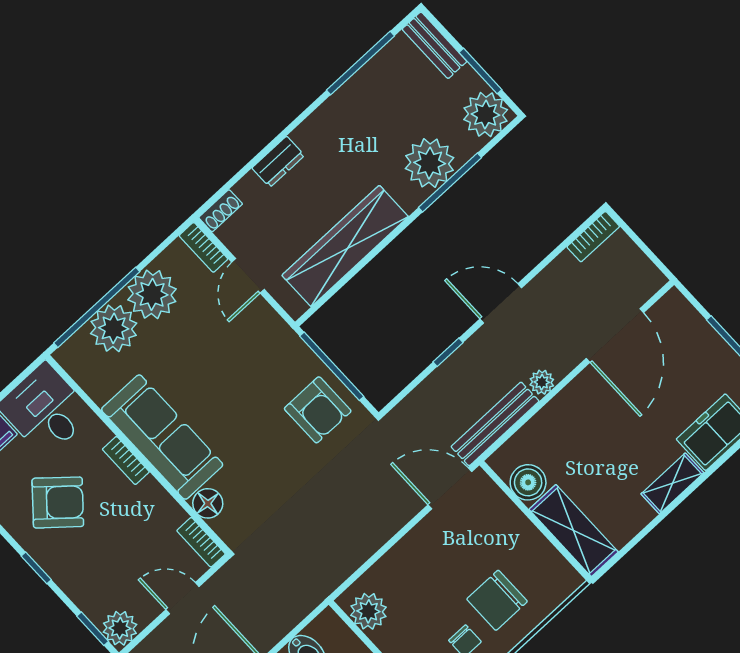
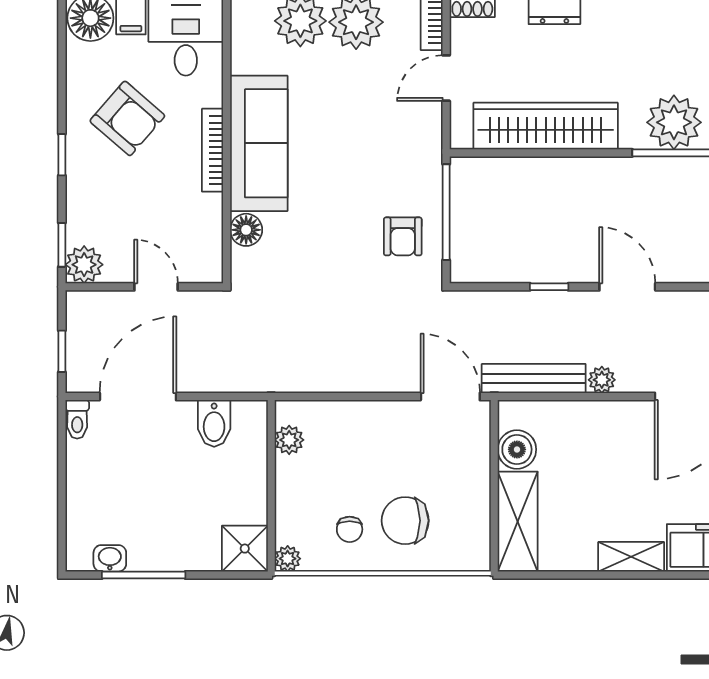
armchair: (318, 410) -> (403, 236), width x0.72, depth x0.72
bookcase: (126, 460) -> (213, 150), width x1.56
bookcase: (201, 542) -> (212, 256), removed
plant: (368, 611) -> (289, 440), width x0.73, depth x0.73

